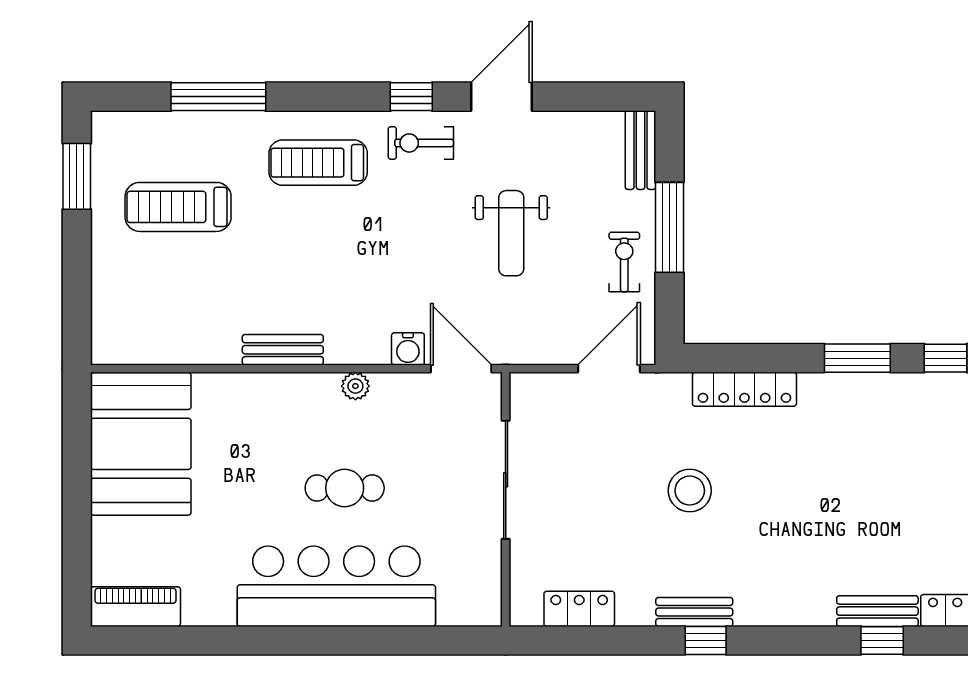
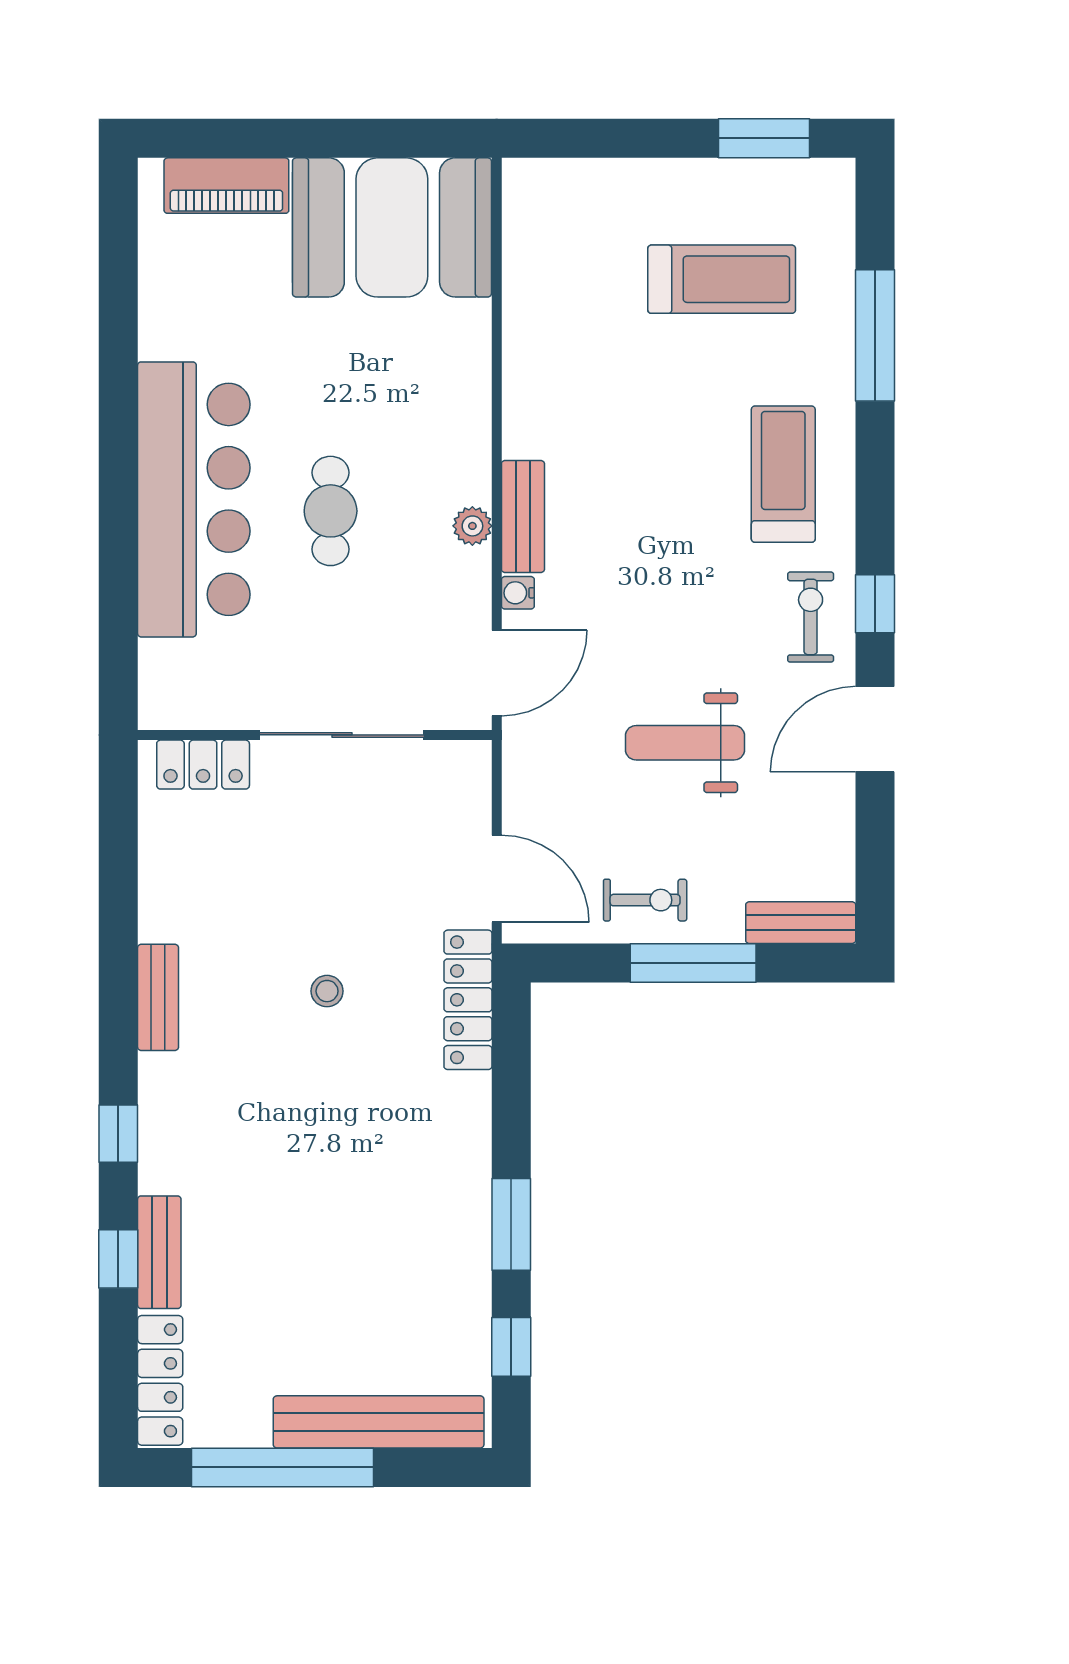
door: (501, 97) -> (875, 729), swing flipped
treadmill: (178, 207) -> (722, 279), turned 90
water cooler: (408, 349) -> (518, 593), width x0.72, depth x0.72
bench: (283, 350) -> (523, 516), moved
locker: (744, 389) -> (468, 1000), moved
stool: (690, 491) -> (327, 991), width x0.53, depth x0.53
piano: (136, 607) -> (226, 186), moved, turned 90
locker: (579, 609) -> (203, 765), moved, turned 90
window: (706, 641) -> (118, 1134), moved

